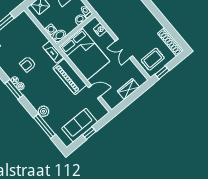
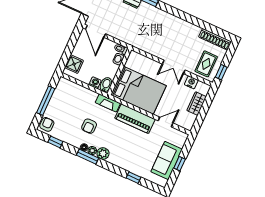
nightstand: (100, 30) -> (191, 82), moved
plant: (43, 111) -> (103, 153), moved
window: (44, 126) -> (134, 178), width x0.46

